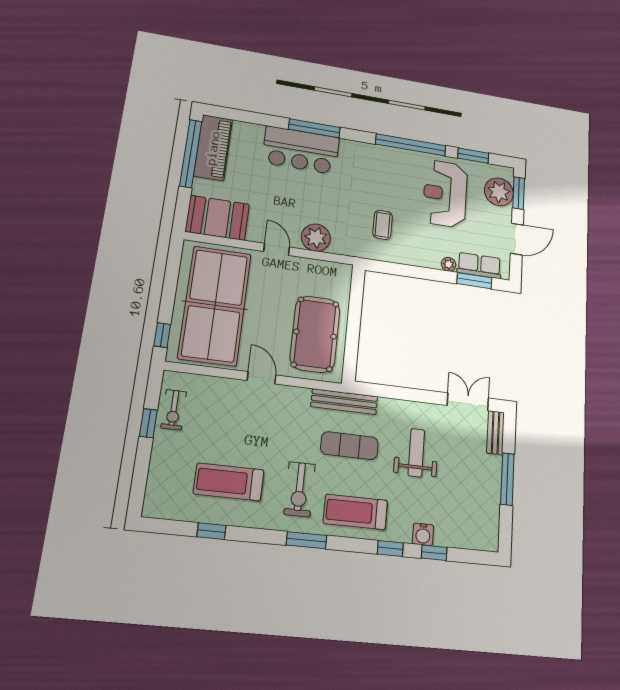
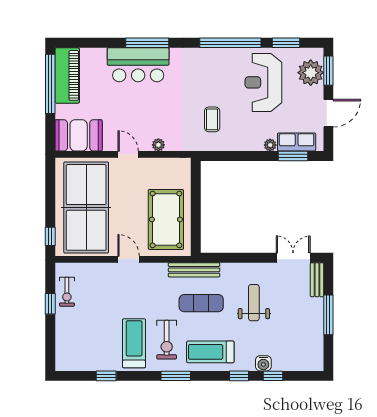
plant: (316, 238) -> (158, 145), width x0.53, depth x0.53
treadmill: (229, 482) -> (134, 343), moved, turned 90

